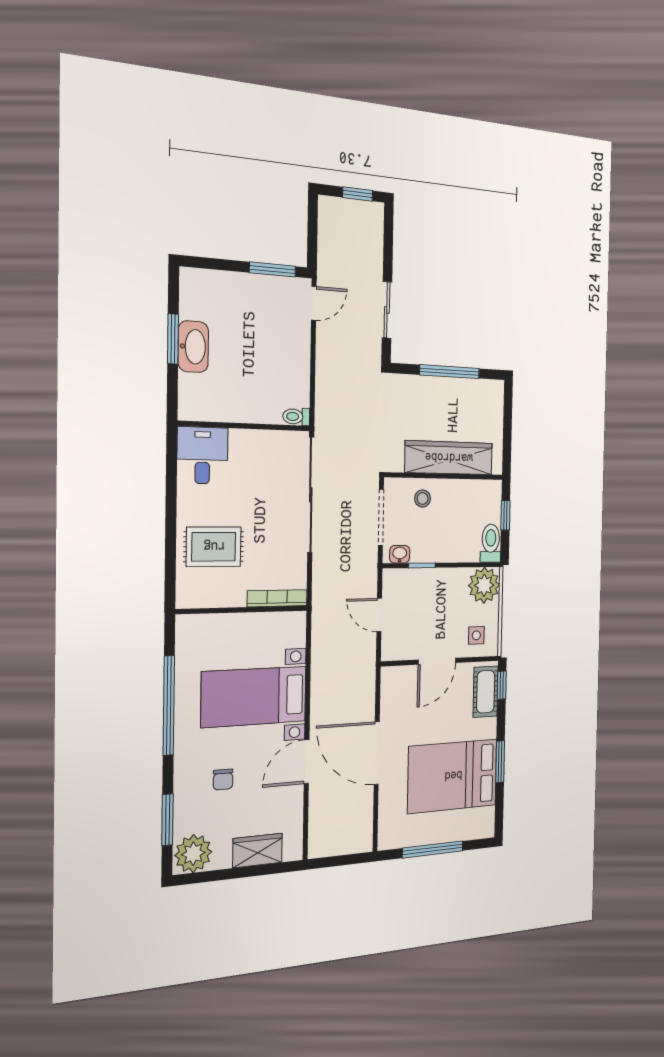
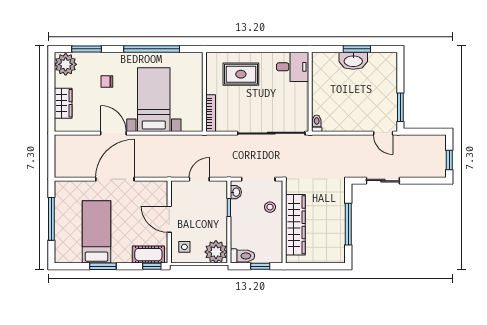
rug: (214, 547) -> (241, 74), turned 90
bed: (453, 776) -> (97, 232), width x0.67

